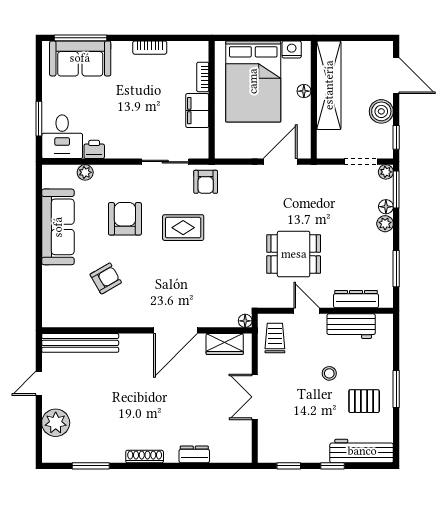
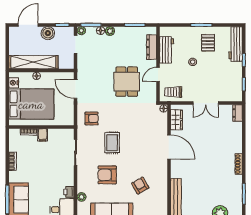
filing cabinet: (197, 111) -> (43, 135), width x0.50
armchair: (206, 182) -> (92, 118), moved
dresser: (194, 454) -> (238, 113), moved

